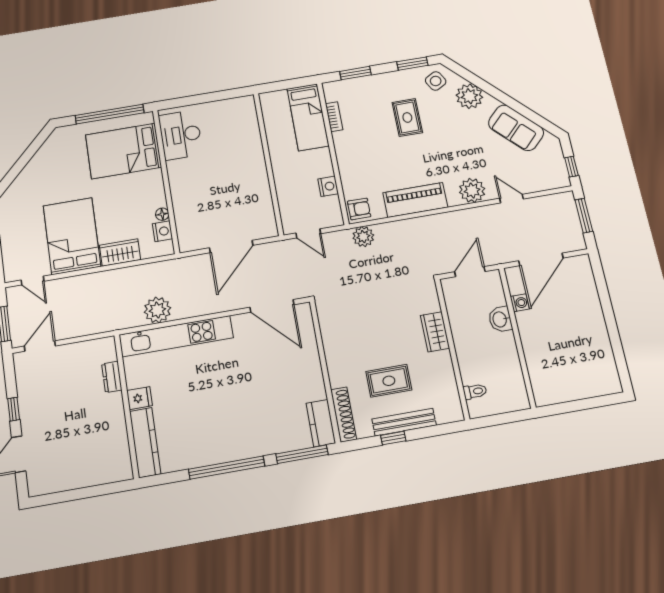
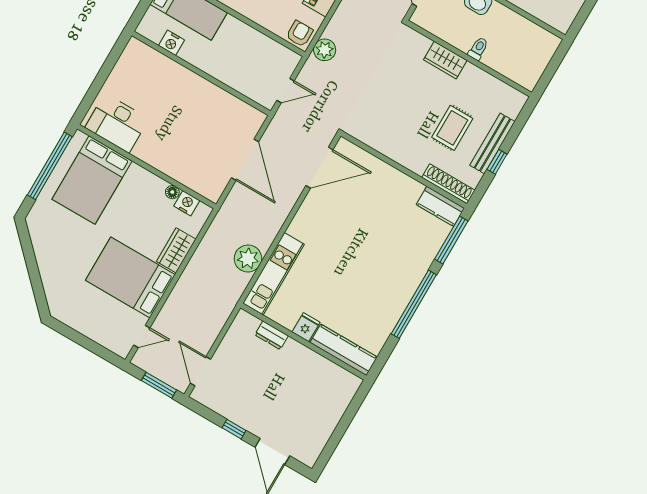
nightstand: (328, 186) -> (171, 43), moved, turned 180
kitchen unit: (176, 336) -> (274, 274), width x0.73
toilet: (475, 391) -> (478, 49), moved

